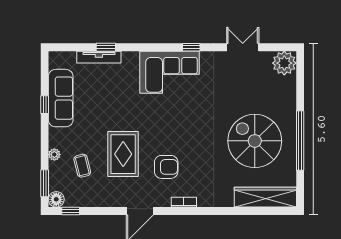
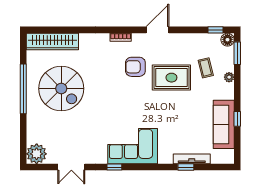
rug: (123, 154) -> (171, 78), turned 90

